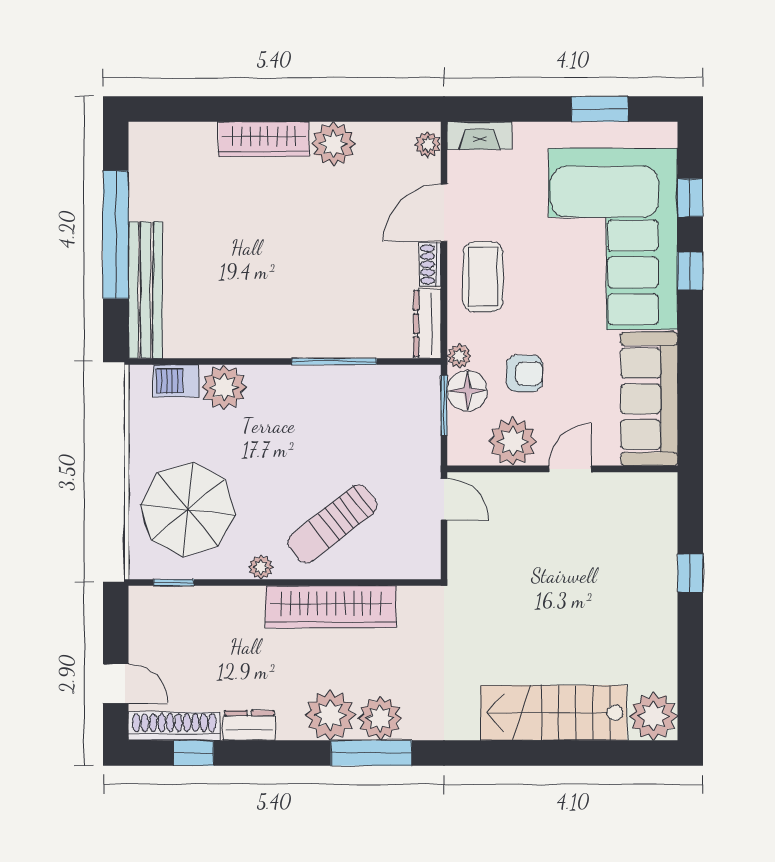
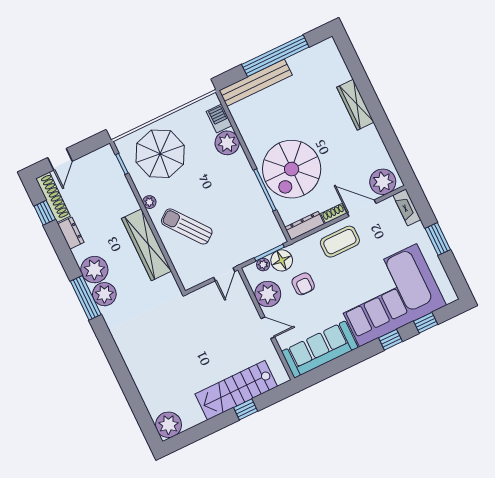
window: (600, 109) -> (438, 239), moved
plant: (333, 144) -> (369, 139), removed
plant: (428, 144) -> (383, 182), width x1.87, depth x1.87
spiral stairs: (321, 300) -> (292, 169), added
plant: (459, 356) -> (263, 265), moved
stairs: (554, 713) -> (236, 390), moved, turned -90

